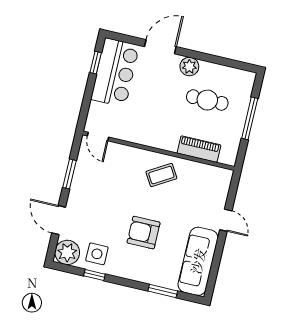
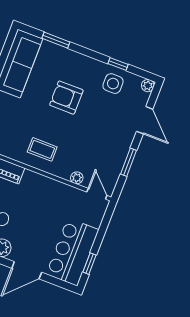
plant: (121, 150) -> (77, 178), added
coffee table: (161, 175) -> (42, 149), turned 31
armchair: (144, 233) -> (66, 98), turned 180
plant: (67, 252) -> (148, 86), width x0.53, depth x0.53

